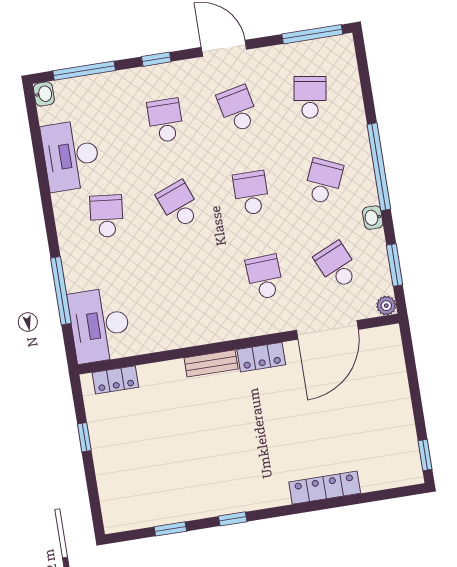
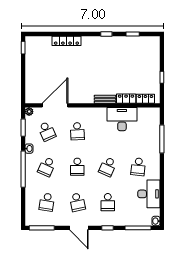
school desk: (179, 205) -> (108, 167), turned 45
desk: (100, 325) -> (122, 119), moved, turned -90
locker: (261, 357) -> (126, 99), moved

